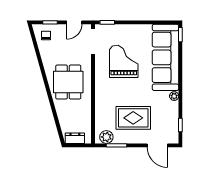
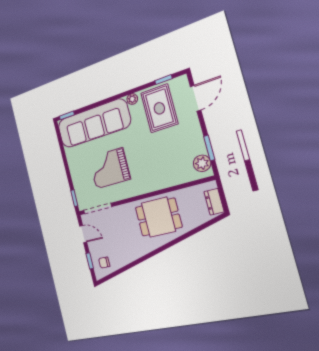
dining table: (68, 82) -> (158, 217), moved
rug: (133, 118) -> (159, 108), moved

